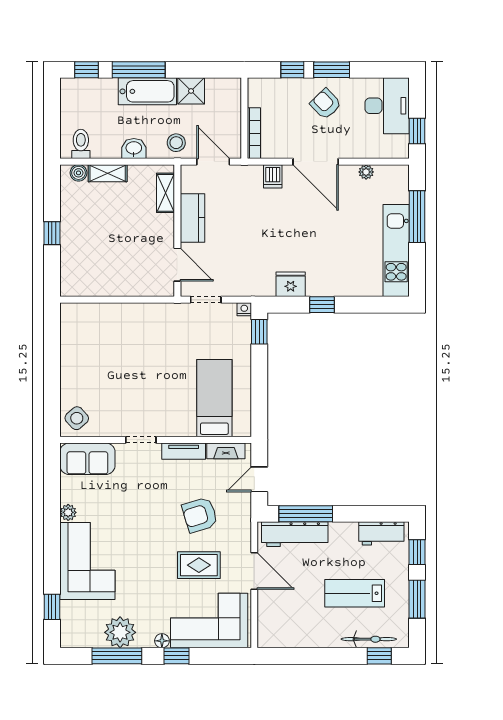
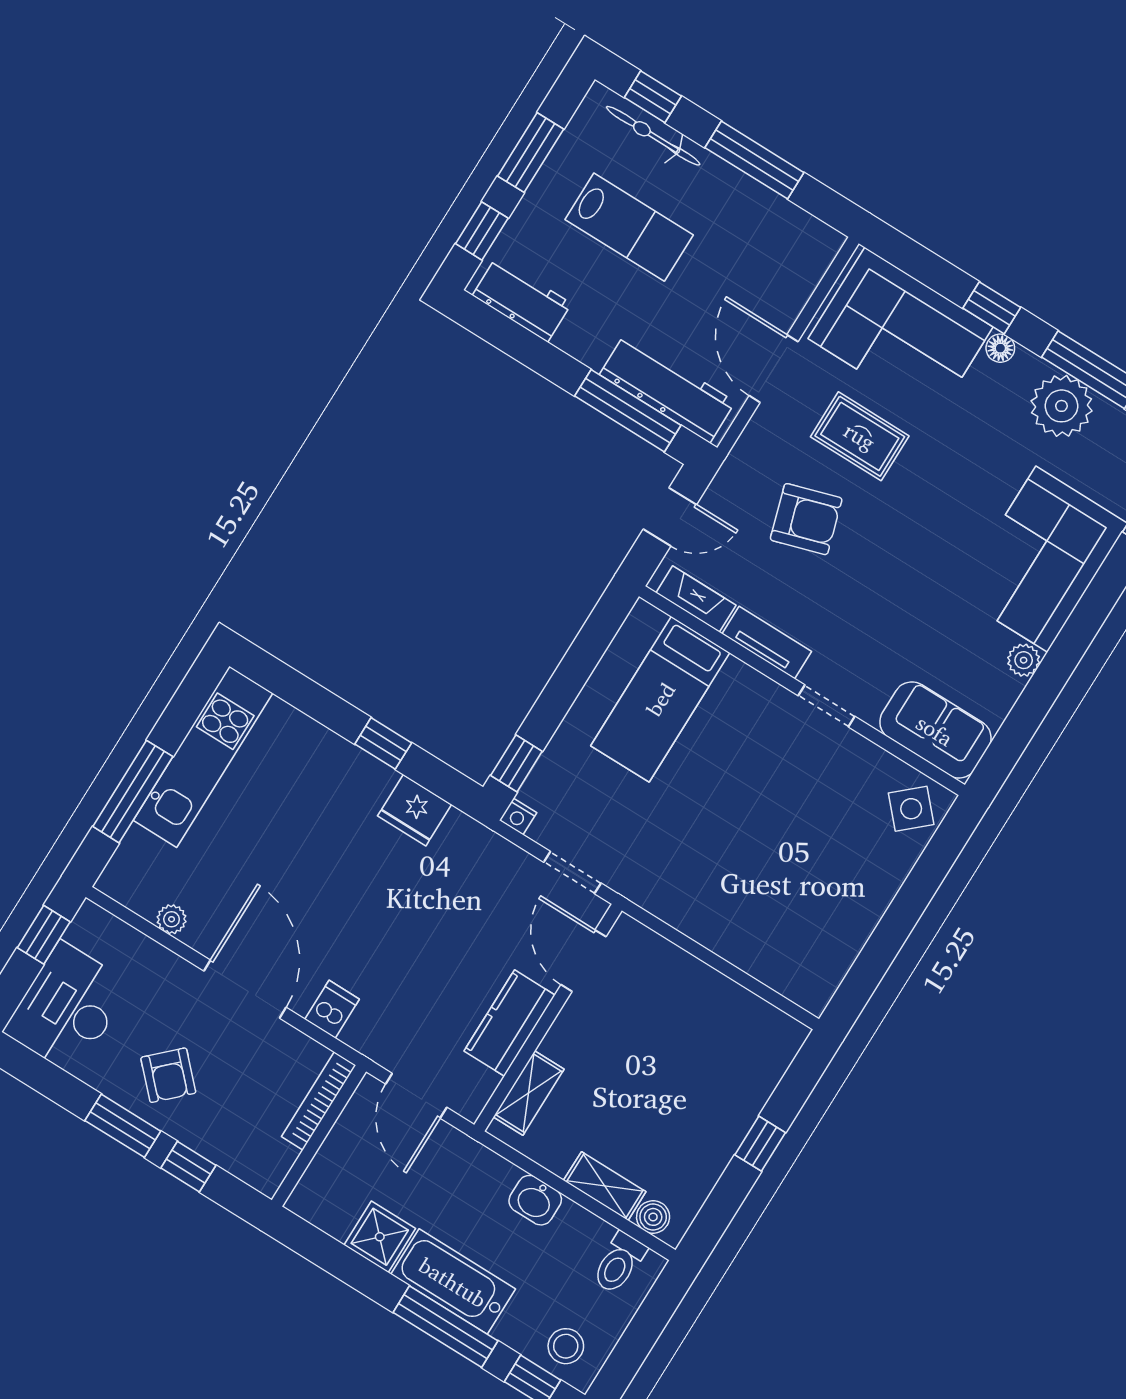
stool: (176, 143) -> (566, 1346), moved
window: (318, 656) -> (754, 160), added

